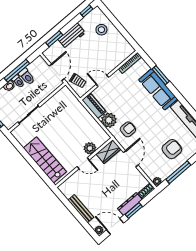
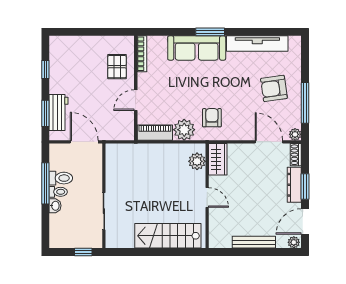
window: (86, 11) -> (45, 70), moved
stool: (101, 30) -> (80, 54), removed
workbench: (72, 36) -> (59, 112), moved
pallet: (112, 55) -> (117, 67), added
window: (161, 75) -> (210, 32), moved
trolley: (78, 81) -> (113, 127), removed
plant: (90, 148) -> (197, 161), moved
armchair: (172, 149) -> (274, 88), turned -98
door: (131, 159) -> (269, 142), moved
door: (83, 163) -> (207, 197), hinge flipped

